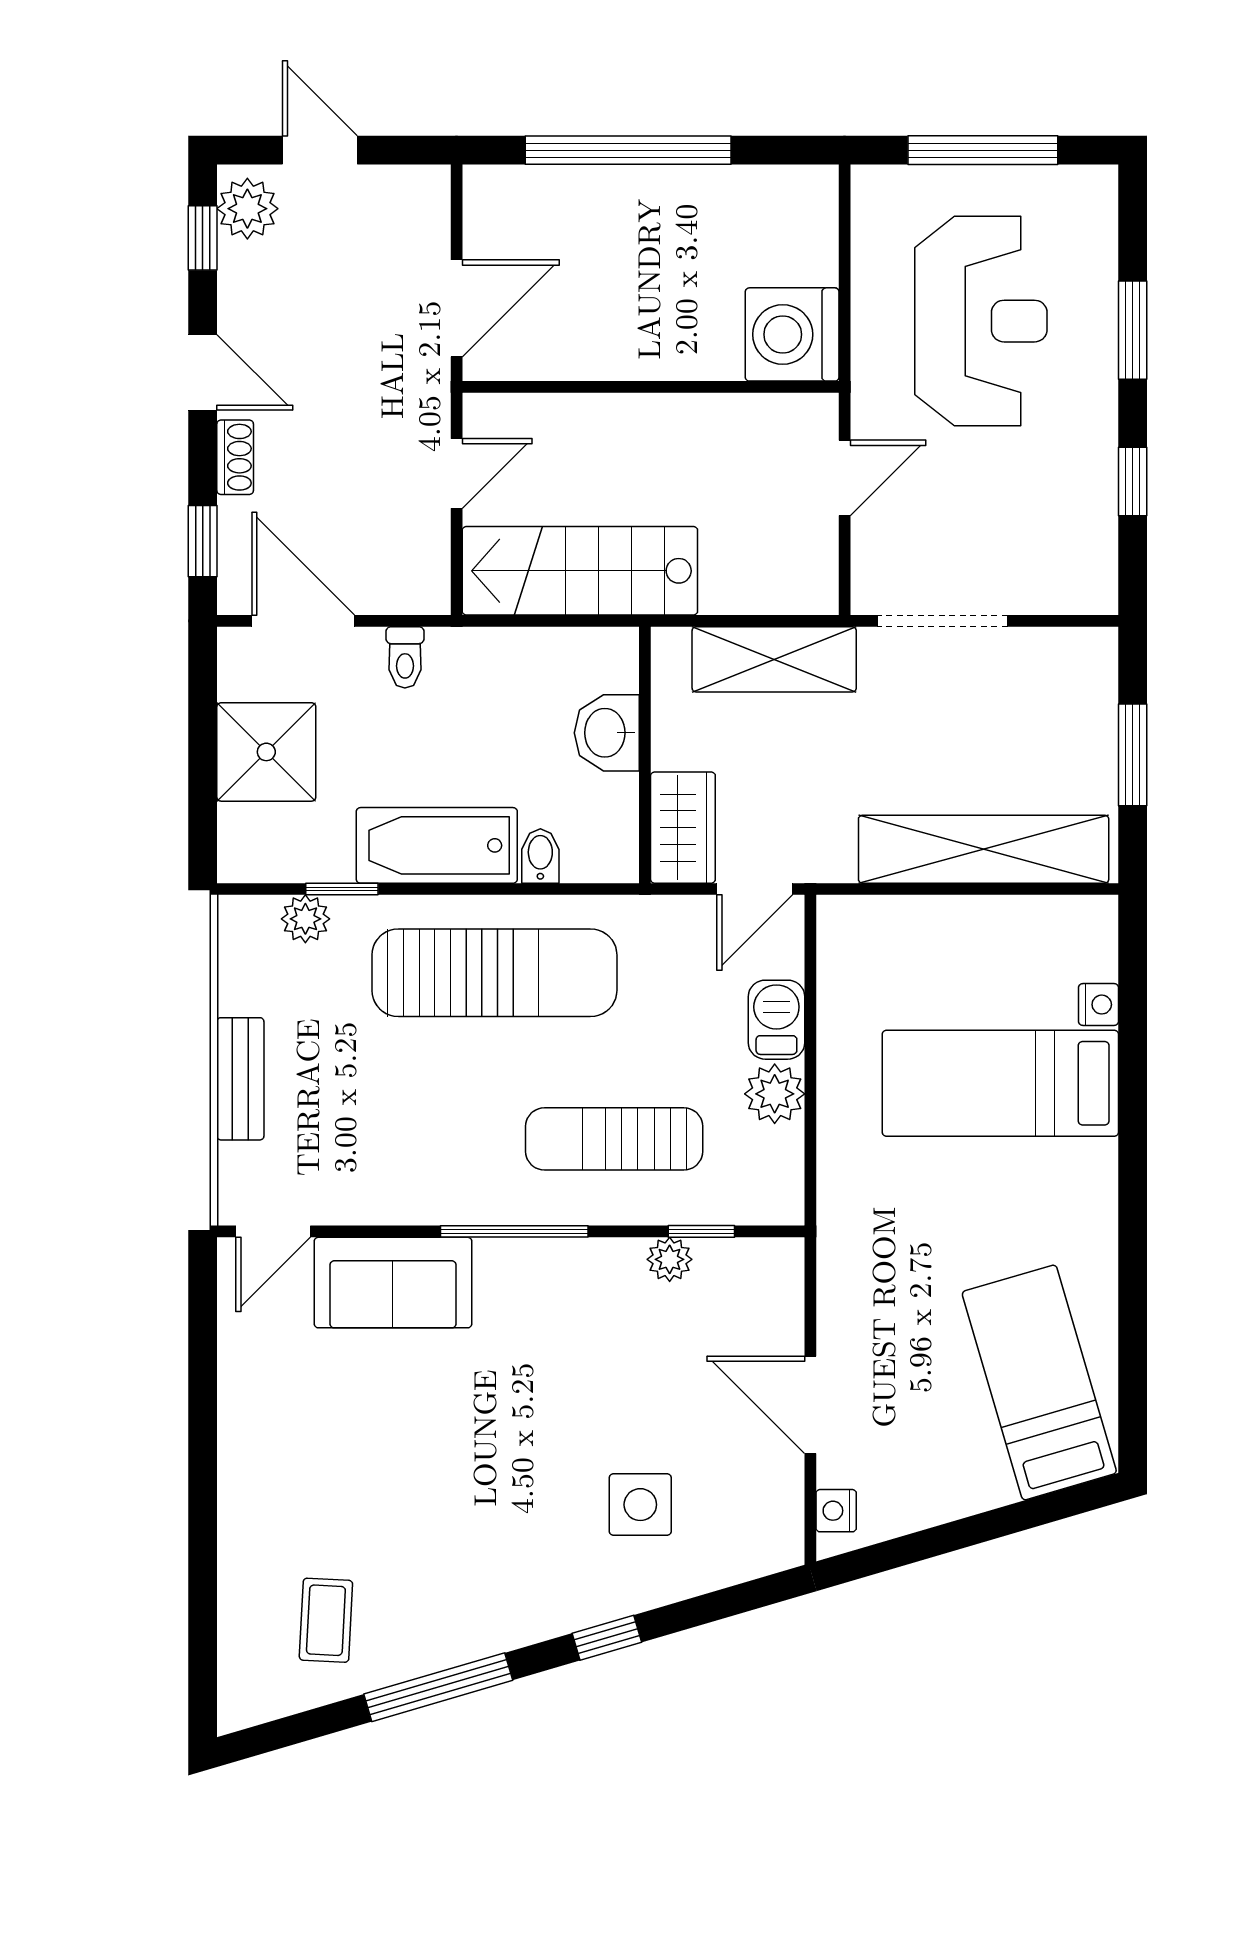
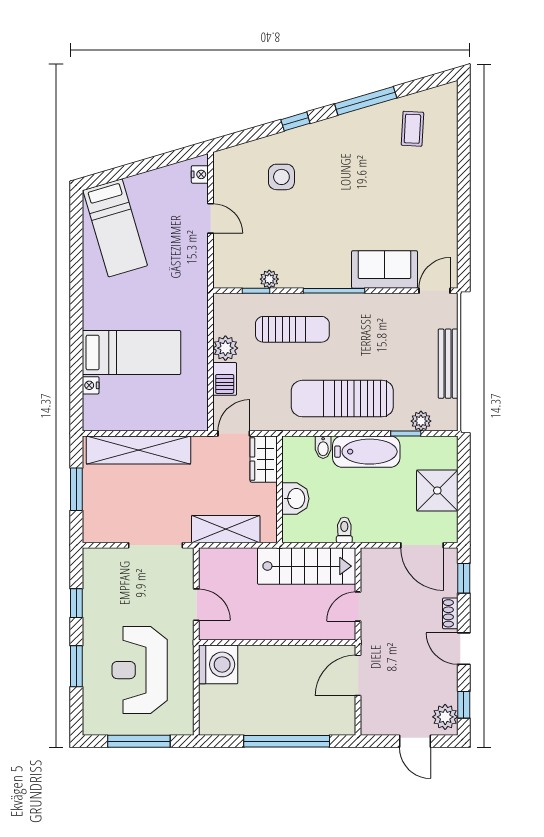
door: (845, 478) -> (196, 605), swing flipped
toilet: (405, 657) -> (344, 530), moved
bench: (240, 1079) -> (448, 364), width x1.36
door: (810, 1405) -> (211, 218), width x0.73

